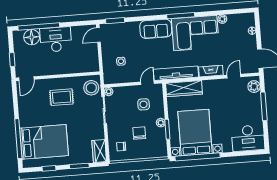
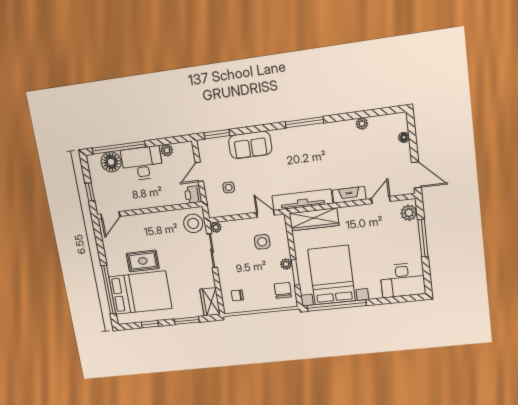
sofa: (156, 29) -> (250, 145), moved
plant: (76, 31) -> (167, 150), added
corner sofa: (195, 33) -> (326, 145), removed
door: (98, 35) -> (199, 172), moved
printer: (93, 65) -> (193, 194), added
door: (148, 83) -> (266, 214), hinge flipped
rug: (62, 97) -> (143, 261), moved
chair: (139, 133) -> (283, 290), moved

